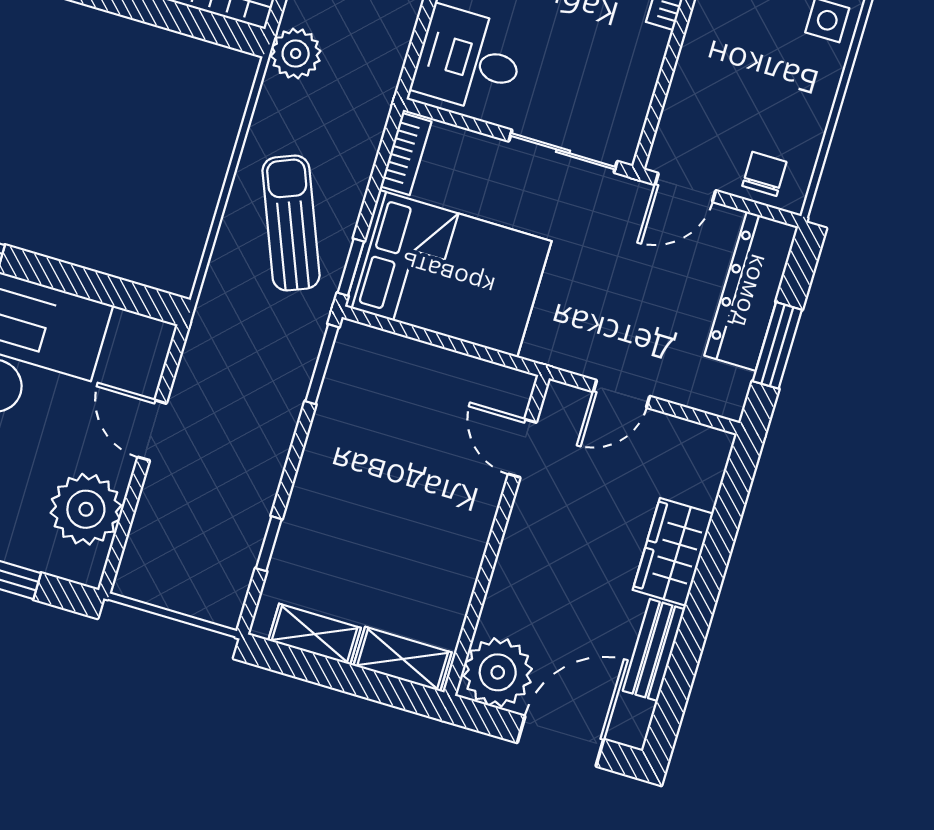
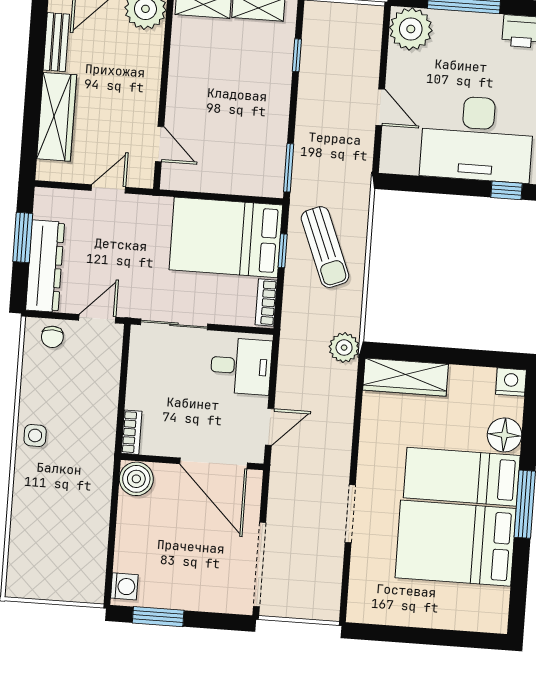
window: (351, 267) -> (283, 251), moved
plant: (86, 509) -> (411, 29), moved
wardrobe: (673, 552) -> (57, 117), width x1.50

